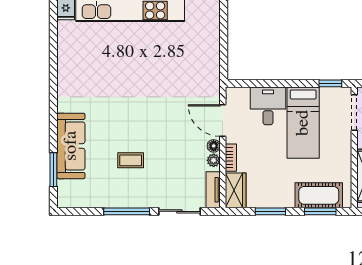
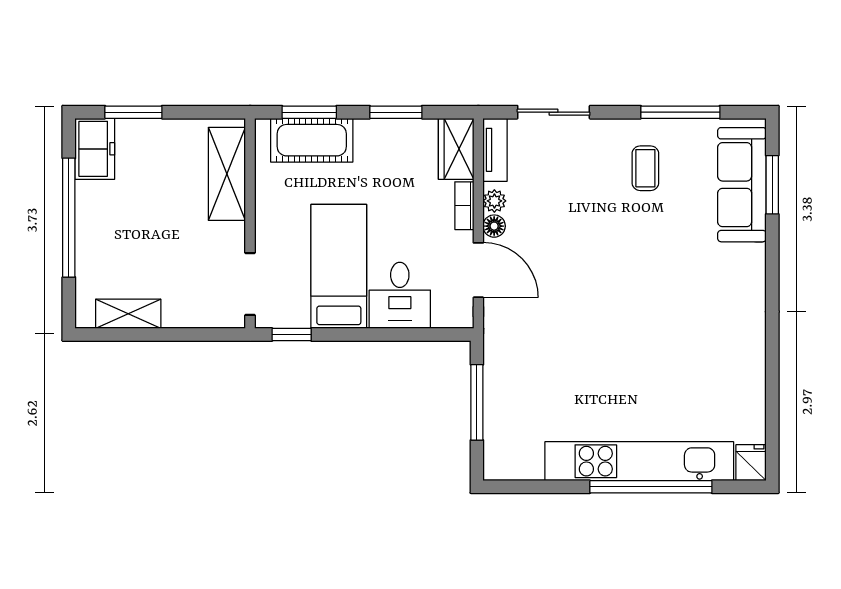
window: (224, 44) -> (477, 402), added
sofa: (71, 146) -> (742, 185), moved
coffee table: (131, 160) -> (645, 168), moved, turned 90
window: (127, 211) -> (680, 112), moved

